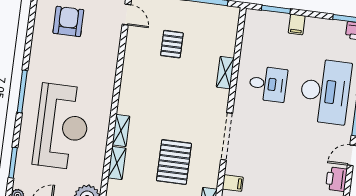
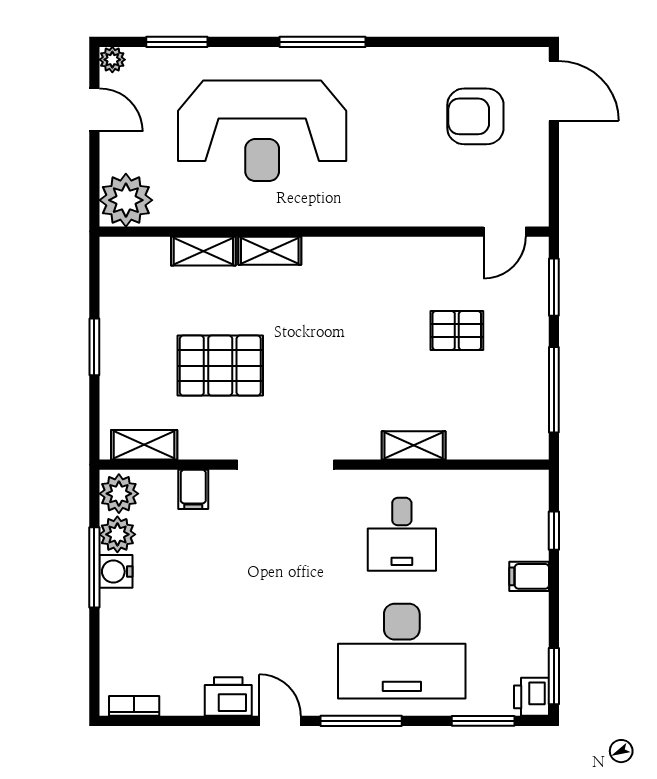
window: (276, 9) -> (554, 531), width x0.67
armchair: (68, 21) -> (475, 116), turned 180

